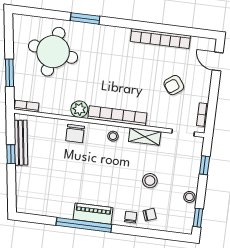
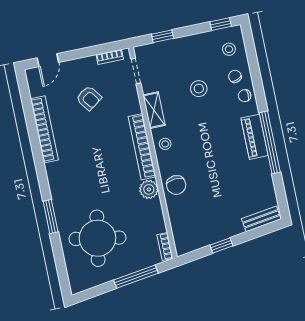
window: (9, 73) -> (136, 277), width x1.44
chair: (75, 134) -> (176, 185), turned 85
bench: (21, 143) -> (261, 219), moved, width x0.73
stool: (189, 197) -> (229, 49), moved

